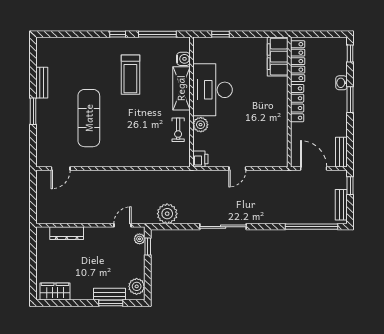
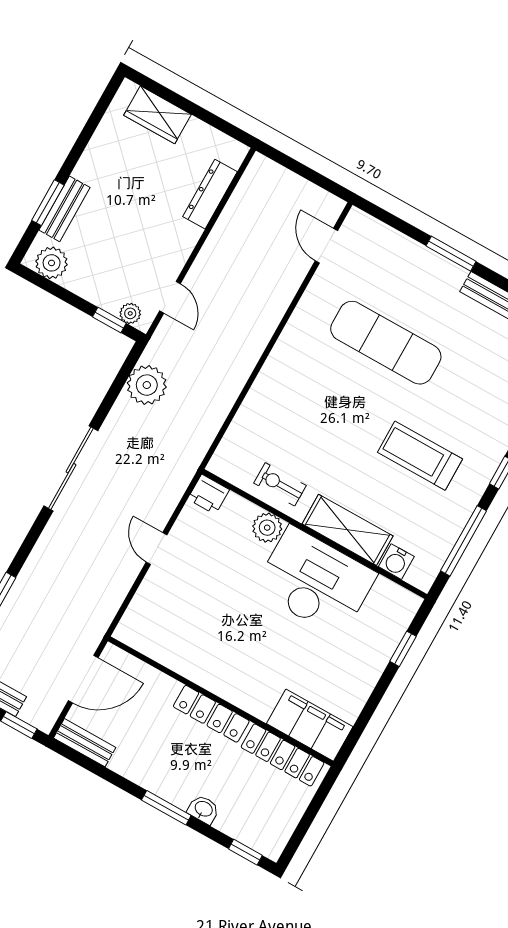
wardrobe: (55, 292) -> (158, 115), moved, turned 90

